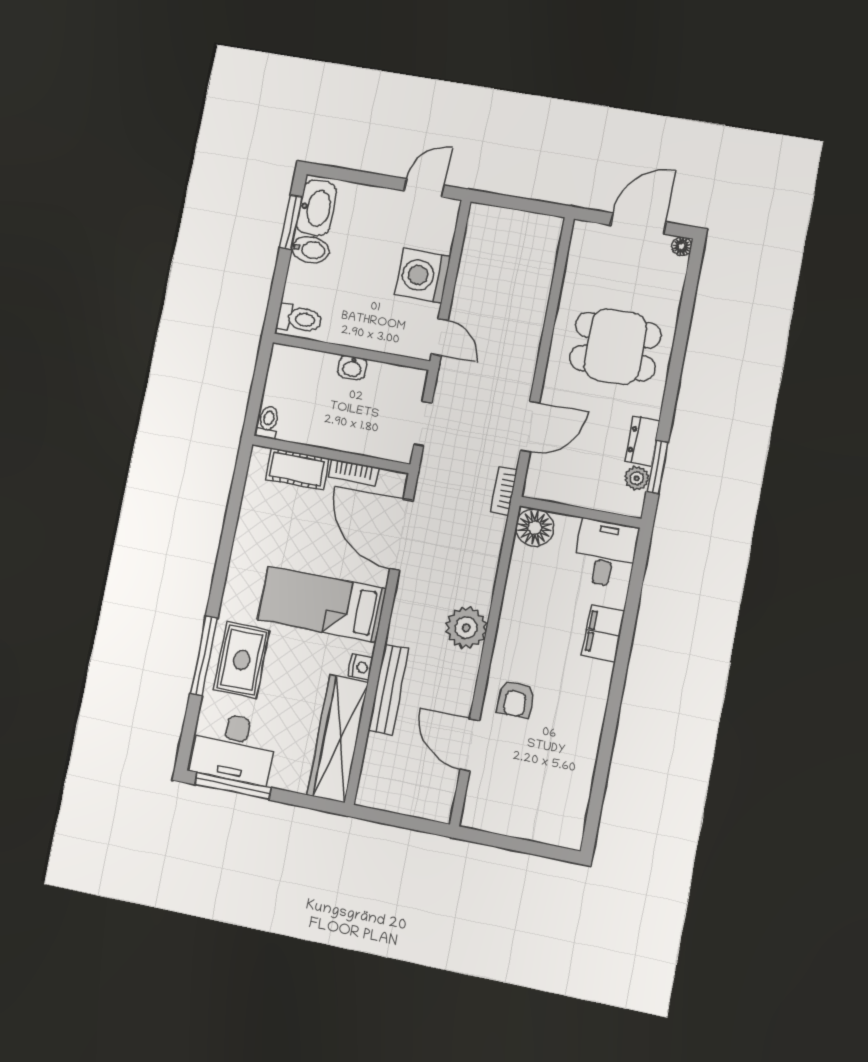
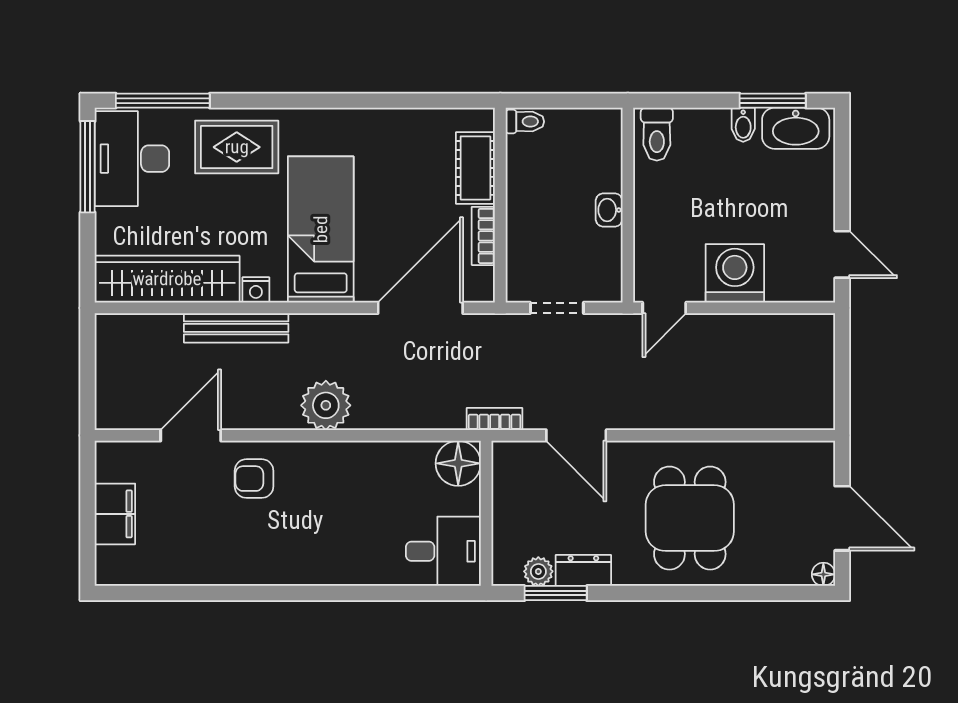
bidet: (310, 250) -> (743, 125), width x0.72, depth x0.74
filing cabinet: (603, 633) -> (115, 514), moved, turned 90
window: (204, 656) -> (163, 101), moved

